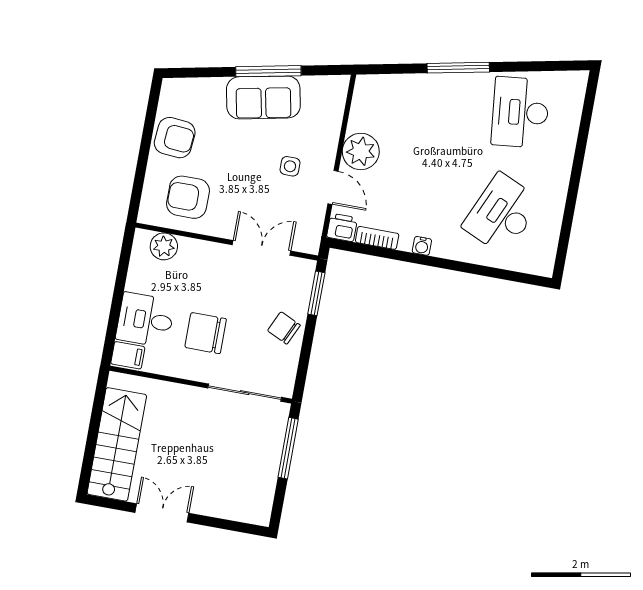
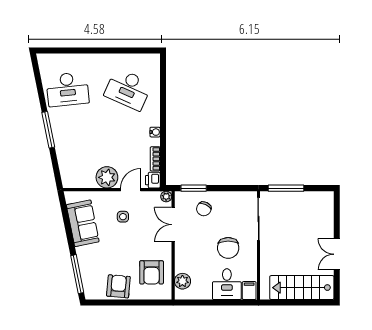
window: (268, 71) -> (77, 274), moved
sofa: (263, 97) -> (83, 223), moved
plant: (311, 245) -> (166, 196), added
chair: (284, 328) -> (204, 209), moved

